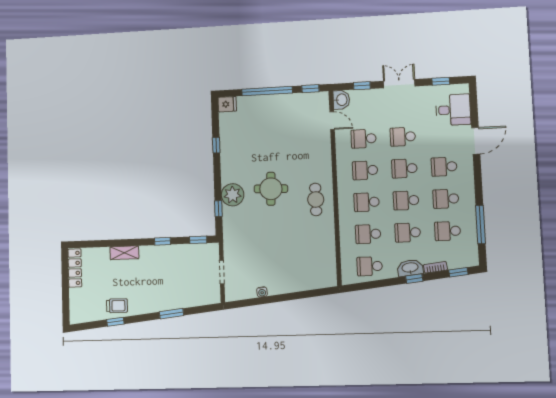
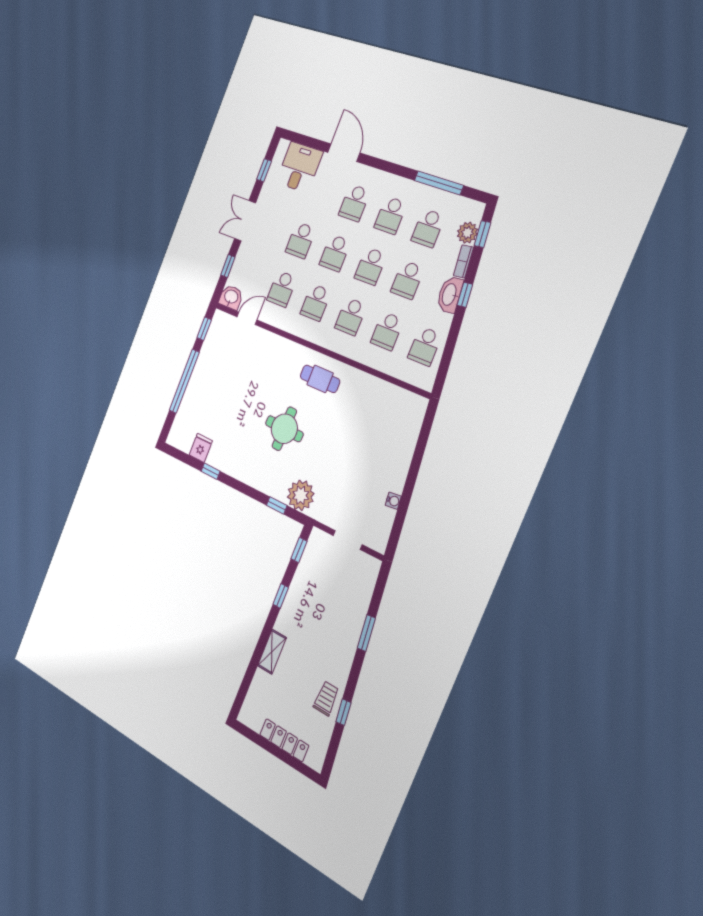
fridge: (227, 104) -> (201, 448), moved
plant: (233, 195) -> (301, 495), moved
plant: (455, 261) -> (467, 233), added
locker: (75, 268) -> (284, 740), moved

